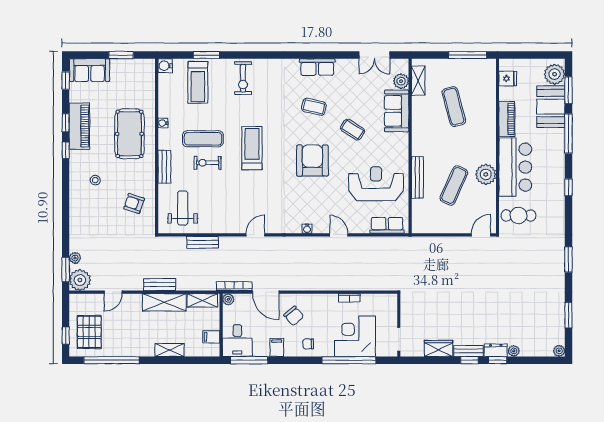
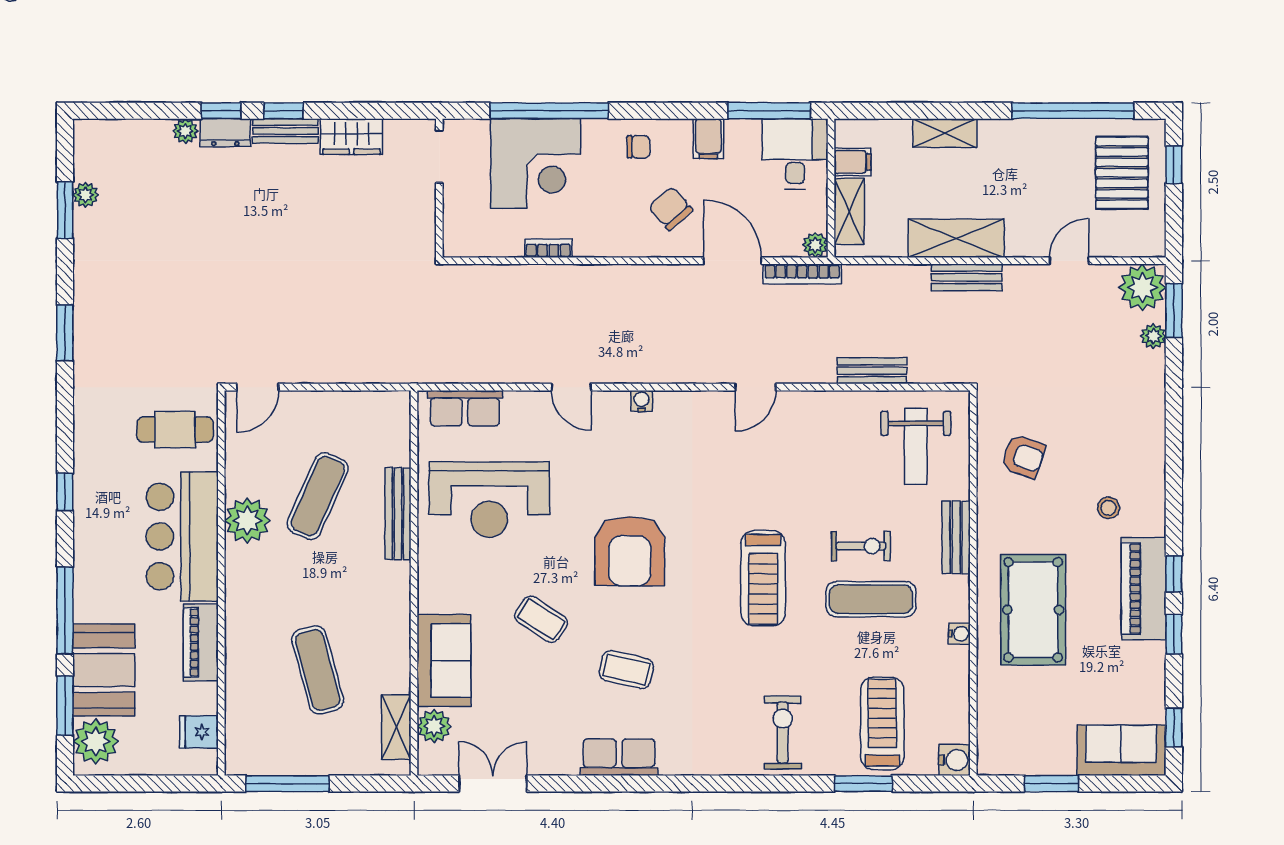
piano: (79, 126) -> (1144, 589), moved
shelving: (202, 300) -> (849, 212), moved, turned 90
plant: (559, 351) -> (86, 195), moved

